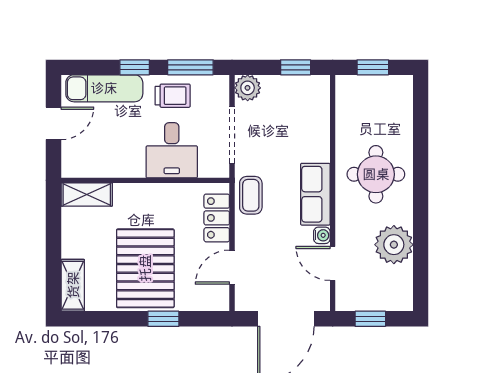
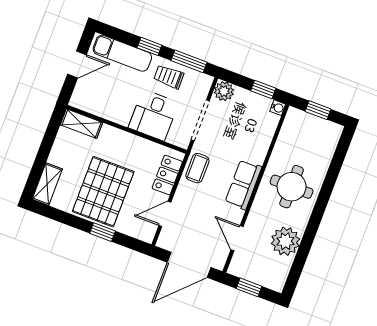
trolley: (173, 96) -> (169, 77), turned 180
water cooler: (322, 235) -> (278, 108), moved

